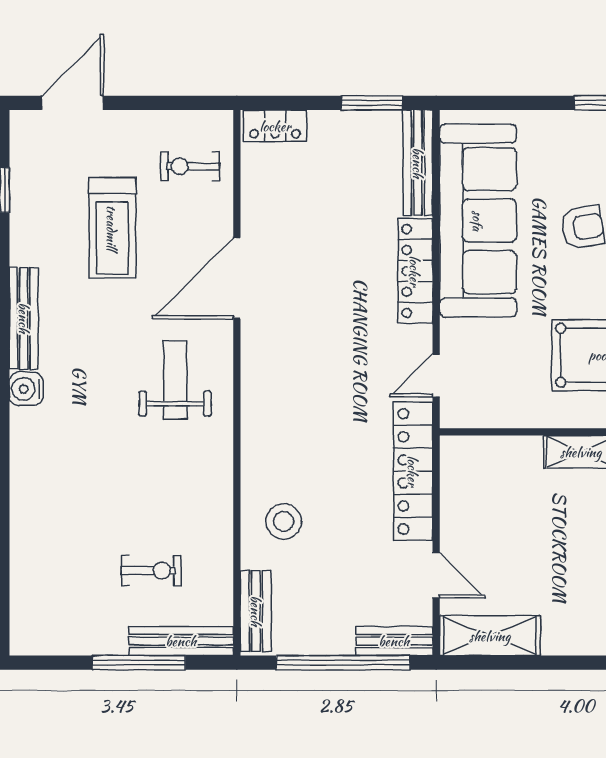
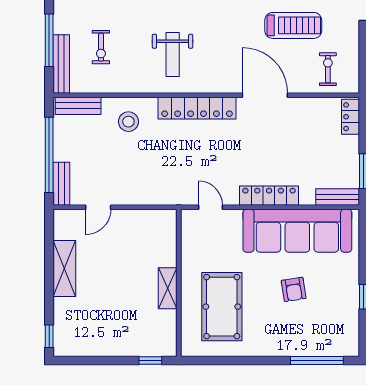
bench: (418, 163) -> (338, 197), width x0.73
treadmill: (112, 228) -> (293, 25), turned 180
weight bench: (175, 380) -> (173, 54), moved, turned 90
locker: (413, 471) -> (197, 108), moved, turned 180
shelving: (490, 636) -> (64, 268), moved

